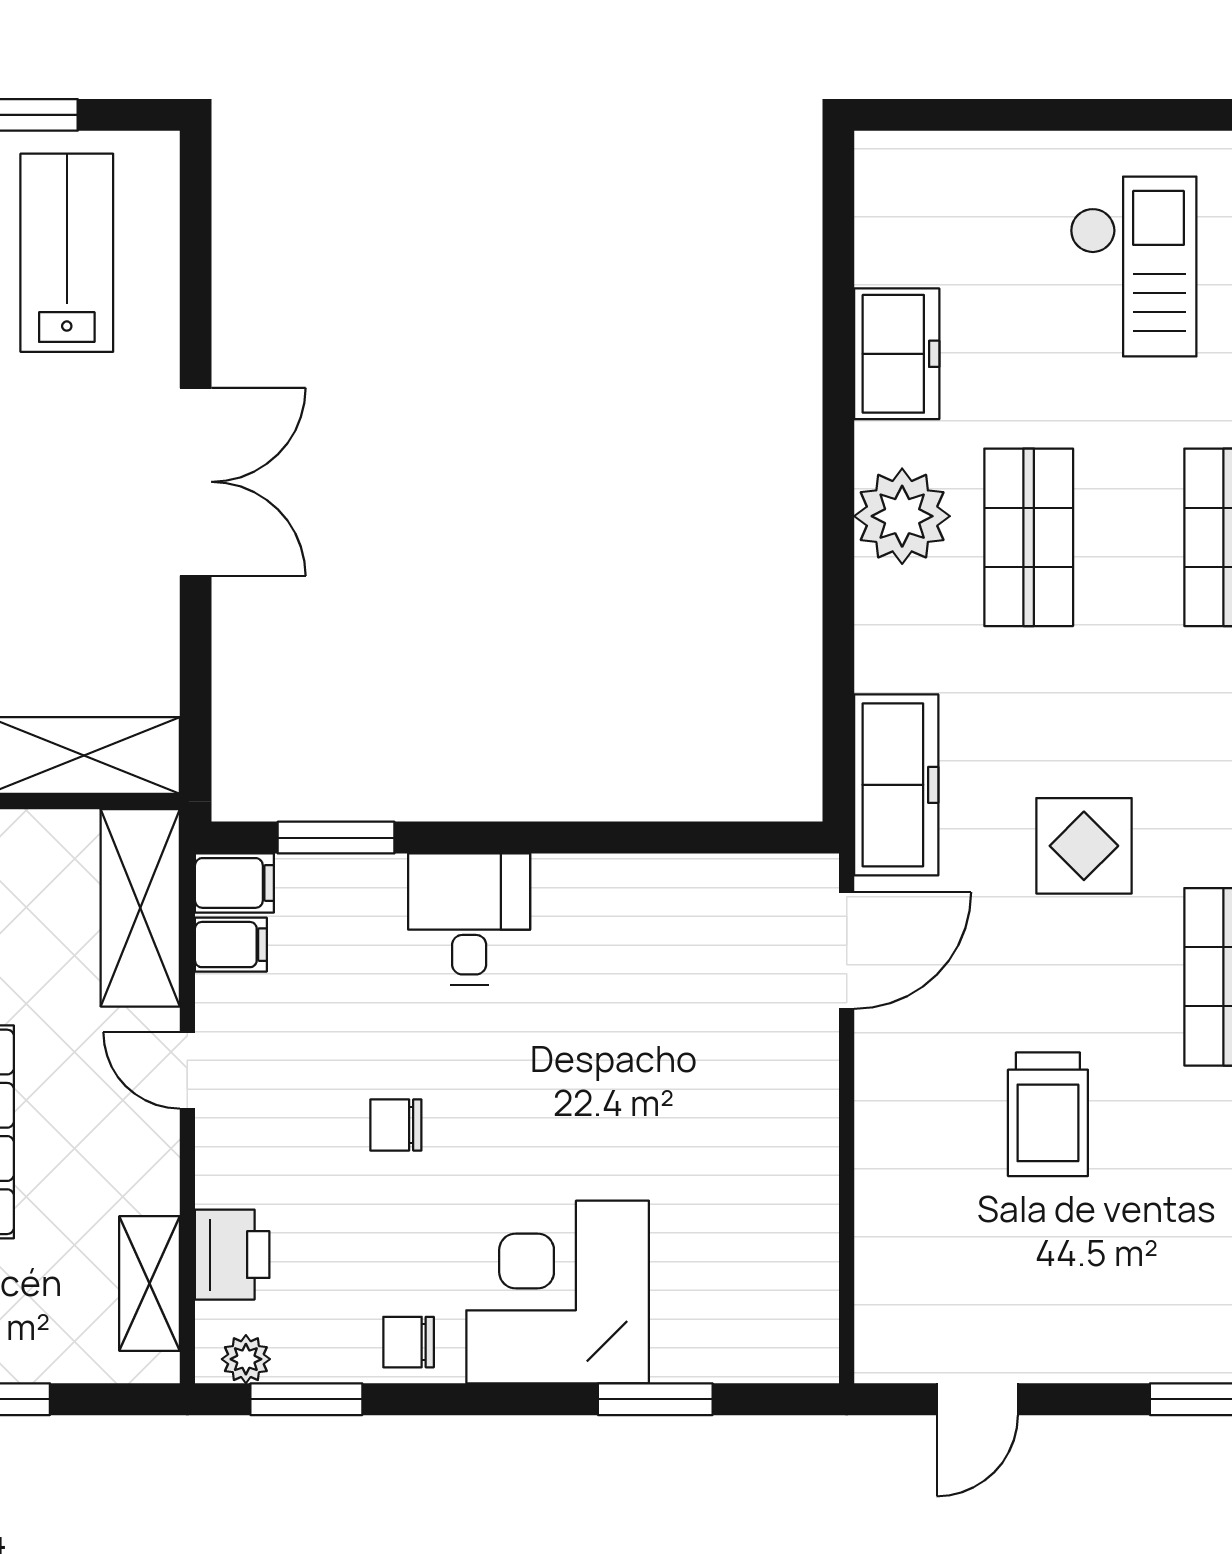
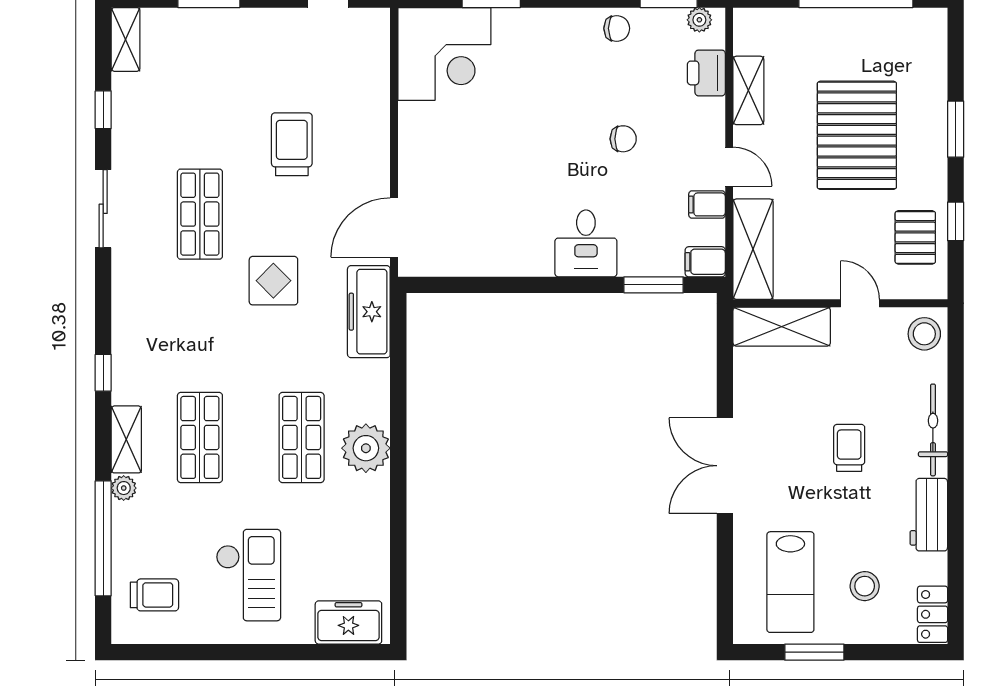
checkout: (1133, 266) -> (248, 575), turned 180
freezer: (897, 354) -> (348, 622), moved, turned 90
filing cabinet: (231, 945) -> (707, 204), moved
shelving: (149, 1284) -> (748, 90), moved
corner desk: (558, 1292) -> (444, 54), moved

